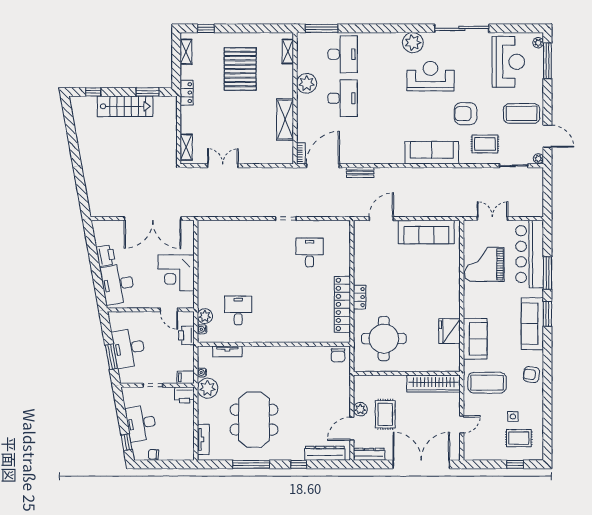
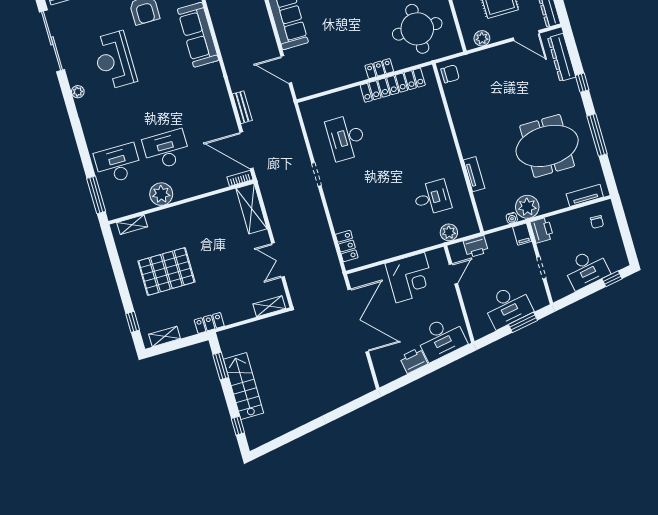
plant: (413, 43) -> (78, 92), width x0.53, depth x0.53
shelving: (285, 120) -> (251, 209), moved, turned 90
locker: (218, 227) -> (347, 246), added
desk: (310, 253) -> (346, 138), width x1.37
desk: (238, 310) -> (432, 198), turned 180
water cooler: (202, 329) -> (464, 231), removed
tv unit: (227, 351) -> (474, 174), moved
plant: (360, 409) -> (482, 38), moved
chair: (153, 454) -> (597, 222), moved

